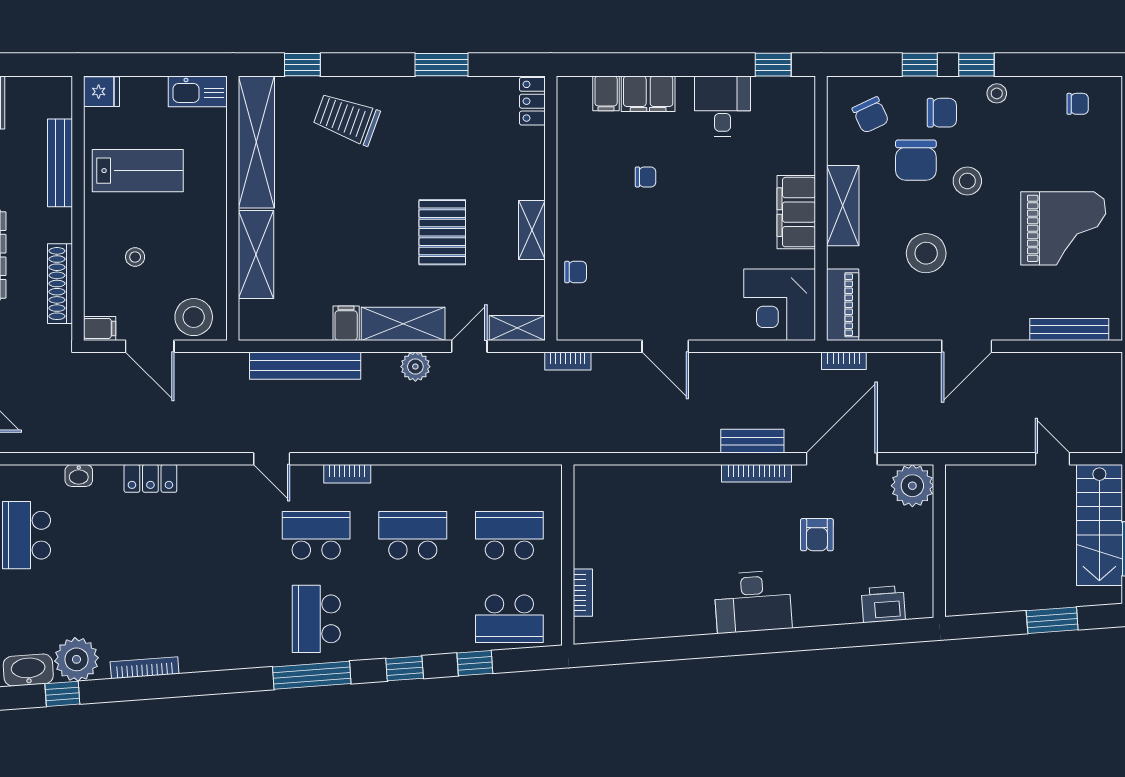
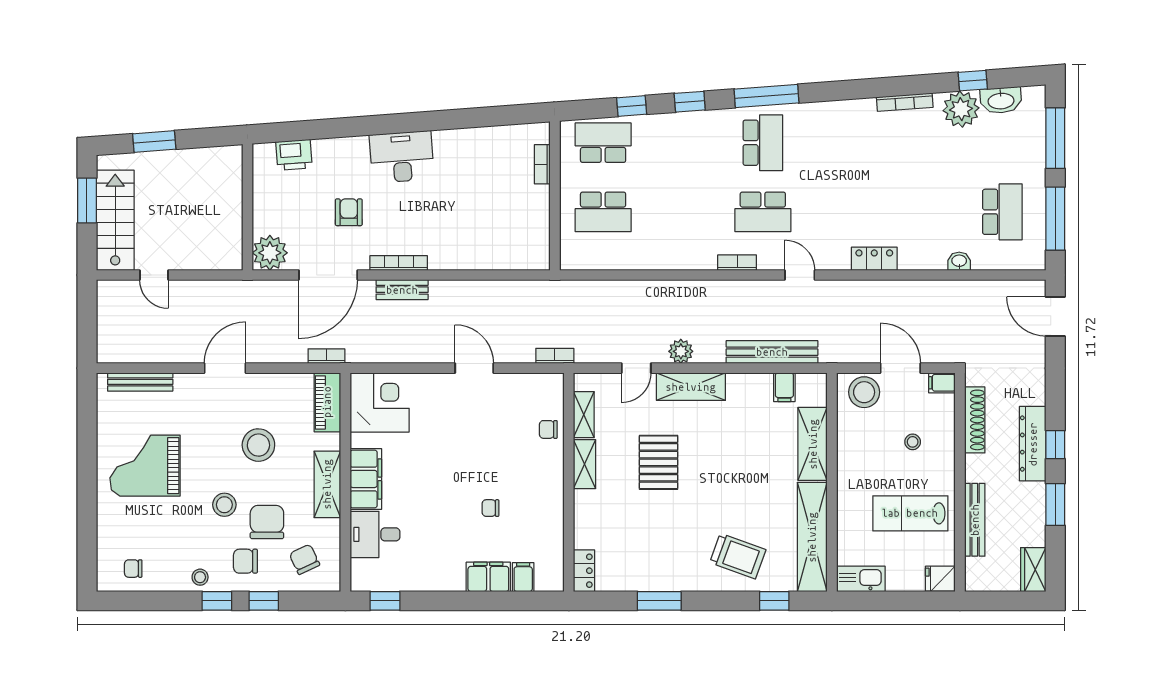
desk: (723, 106) -> (375, 534), moved, turned 90
filing cabinet: (346, 323) -> (784, 387), moved
shelving: (517, 328) -> (584, 415), moved, turned 90
locker: (150, 478) -> (874, 259), moved
school desk: (413, 535) -> (683, 212), removed

